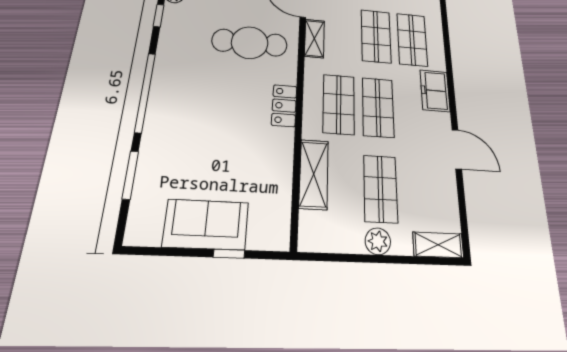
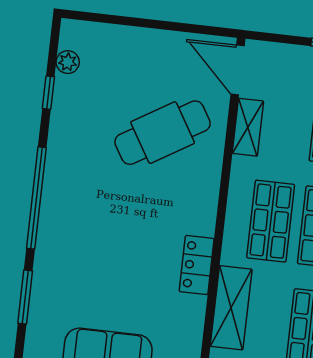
cafe table: (250, 43) -> (163, 133), turned -31
locker: (284, 106) -> (197, 265), moved

